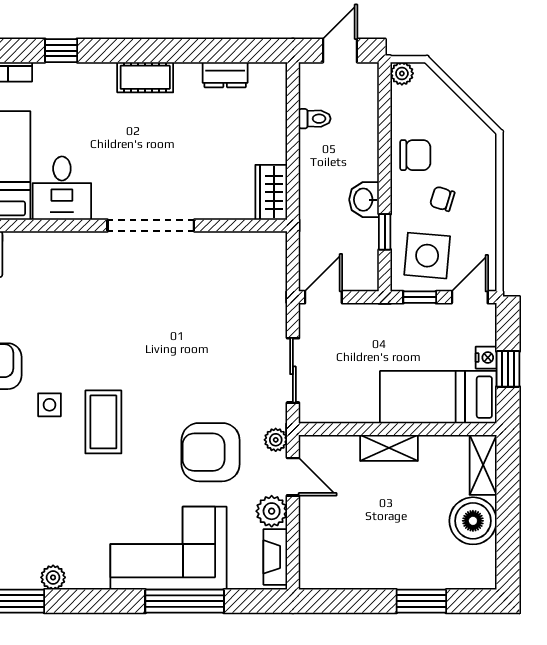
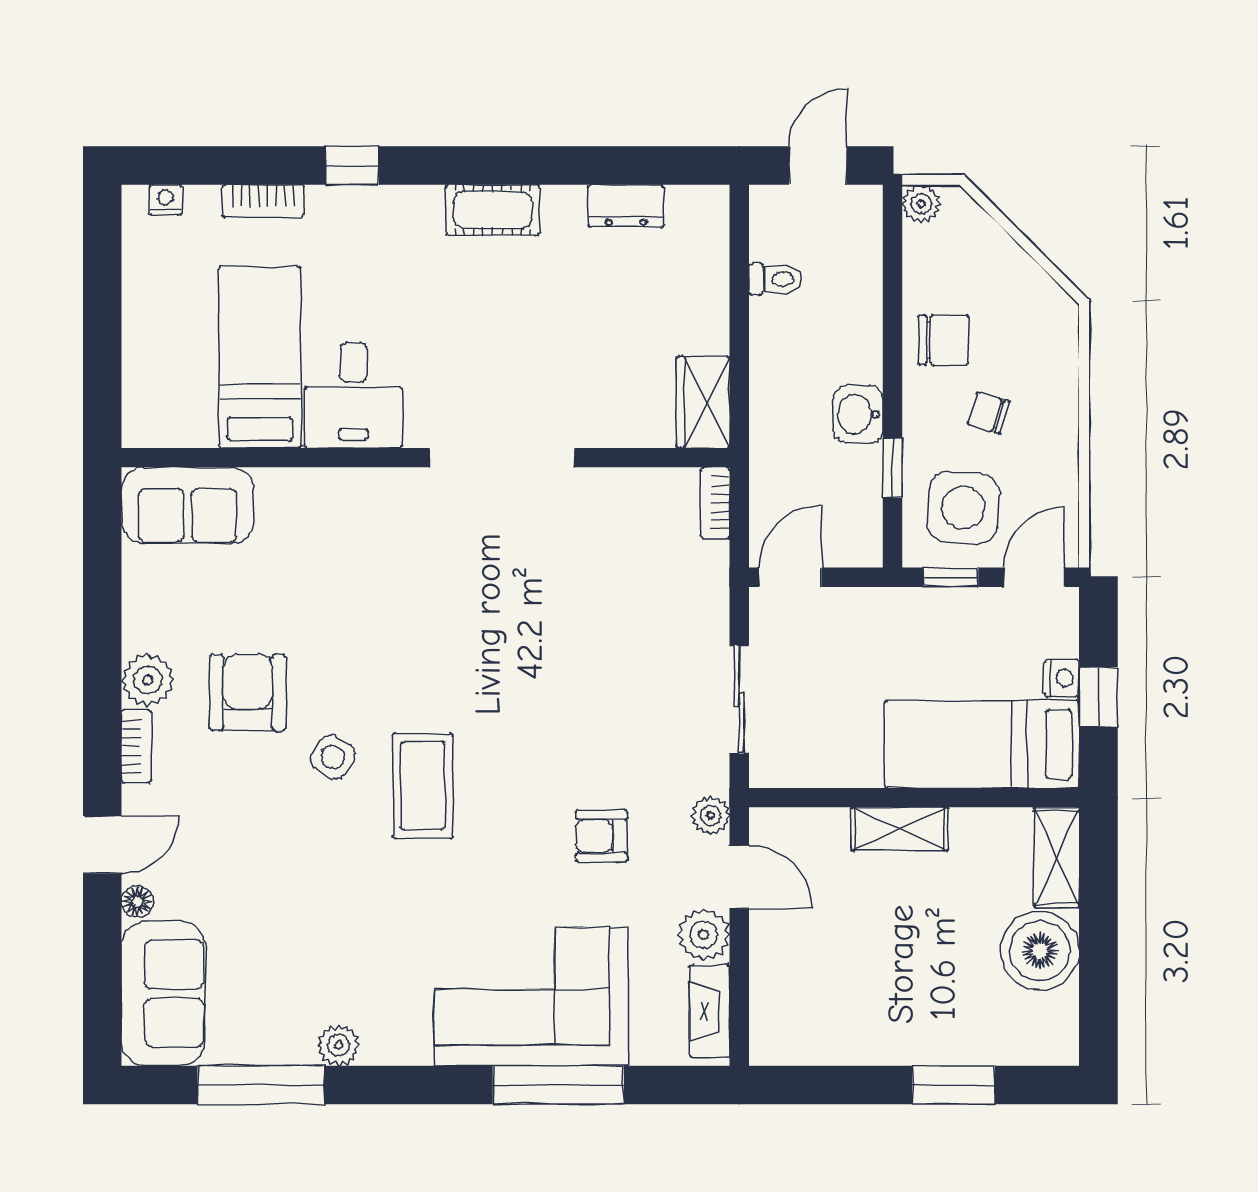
bookcase: (279, 253) -> (715, 503), added
side table: (50, 405) -> (333, 757), turned 32
armchair: (211, 452) -> (602, 836), width x0.53, depth x0.53

